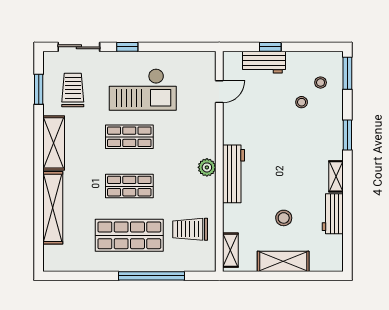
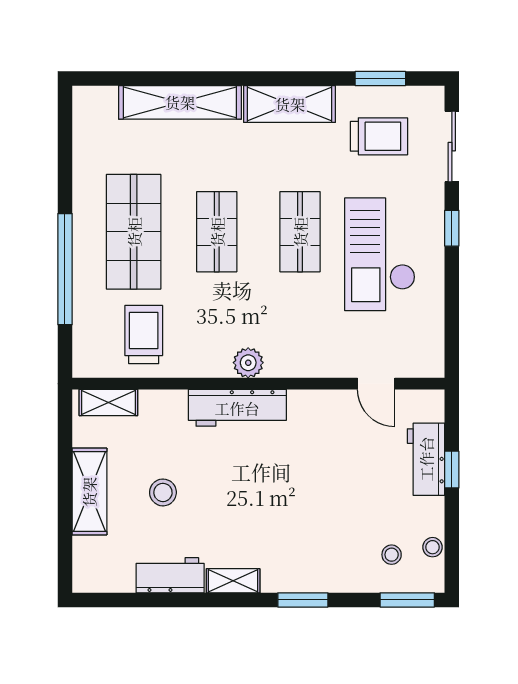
stool: (302, 102) -> (433, 547), moved

